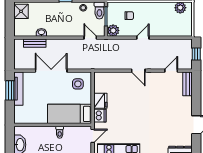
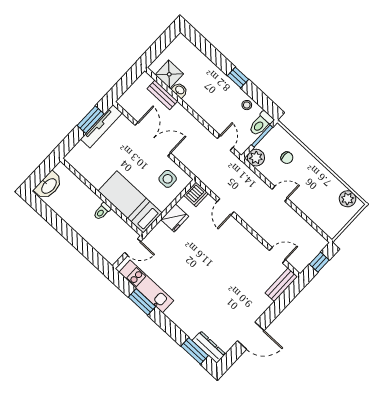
shower: (21, 11) -> (169, 74), moved
door: (138, 71) -> (225, 207), moved
dishwasher: (100, 116) -> (196, 194), moved

